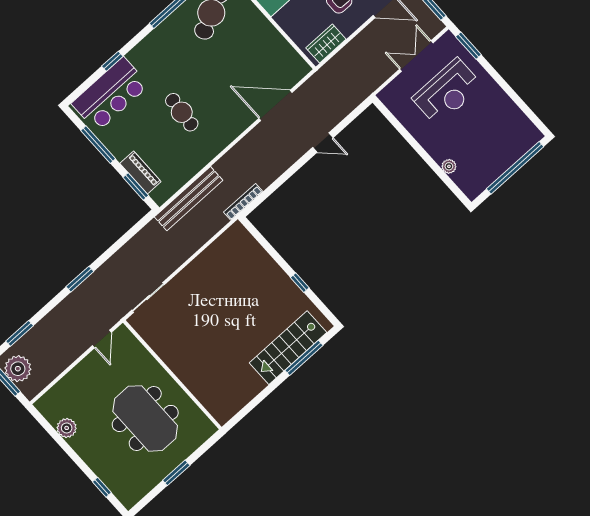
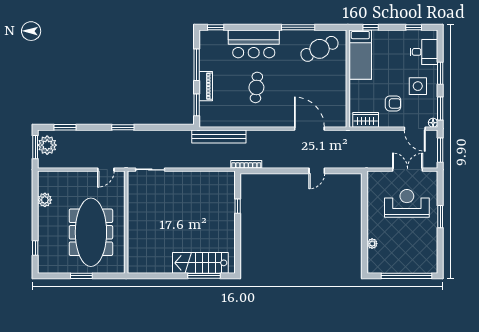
window: (468, 46) -> (440, 217), moved
window: (112, 61) -> (216, 27), moved
reception desk: (447, 92) -> (407, 203), turned 180
bar counter: (110, 94) -> (254, 44), moved
door: (323, 143) -> (317, 171), hinge flipped
piano: (140, 172) -> (206, 86), moved
window: (300, 283) -> (238, 206), moved
meeting table: (145, 418) -> (91, 232), width x1.36

